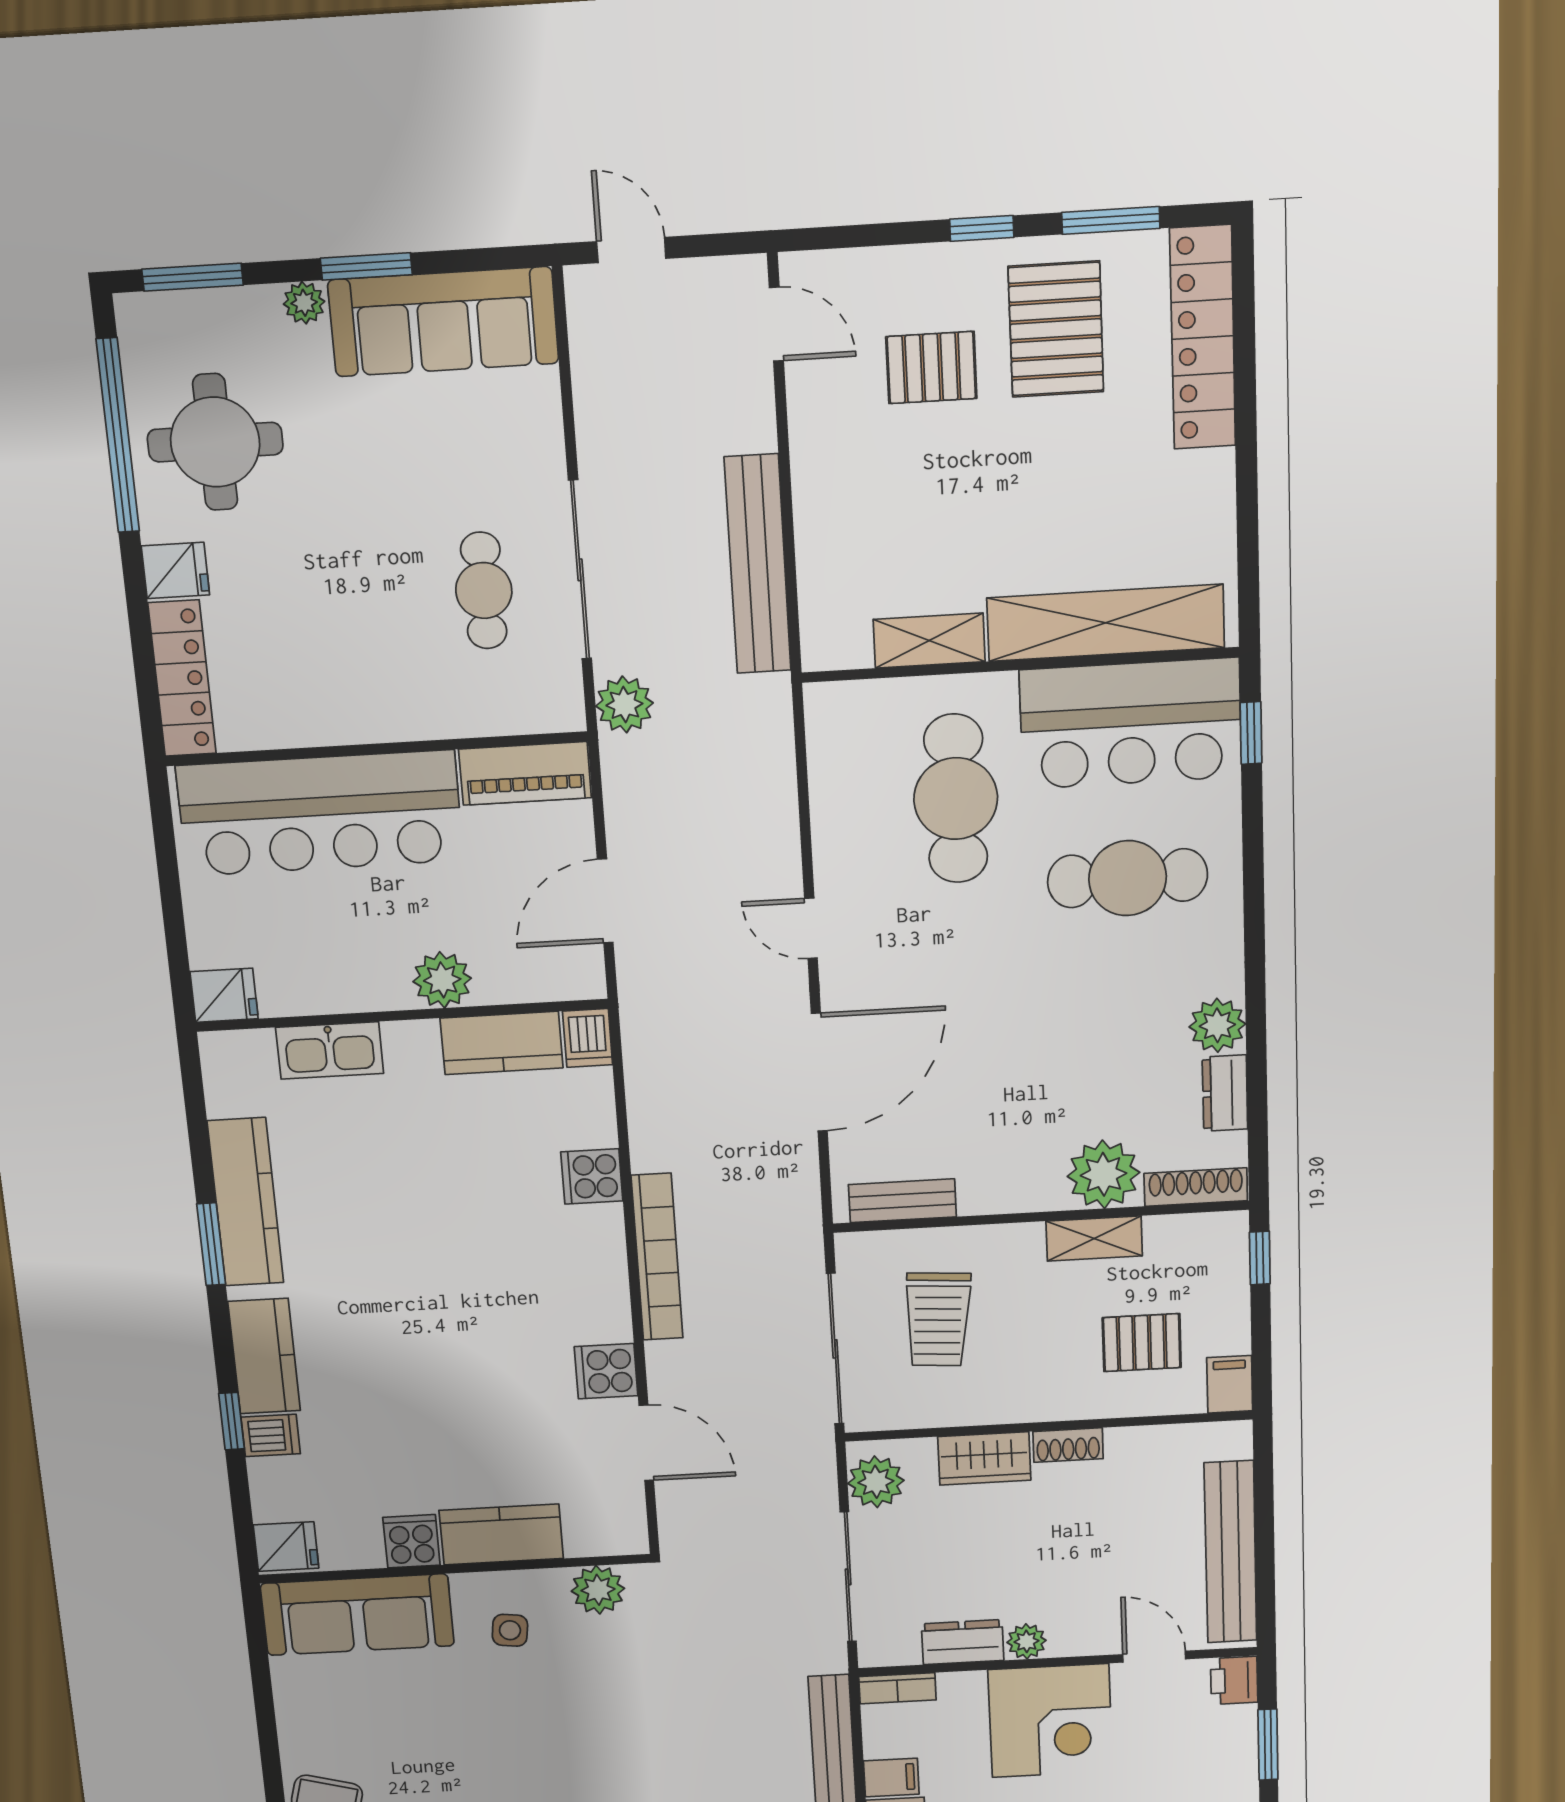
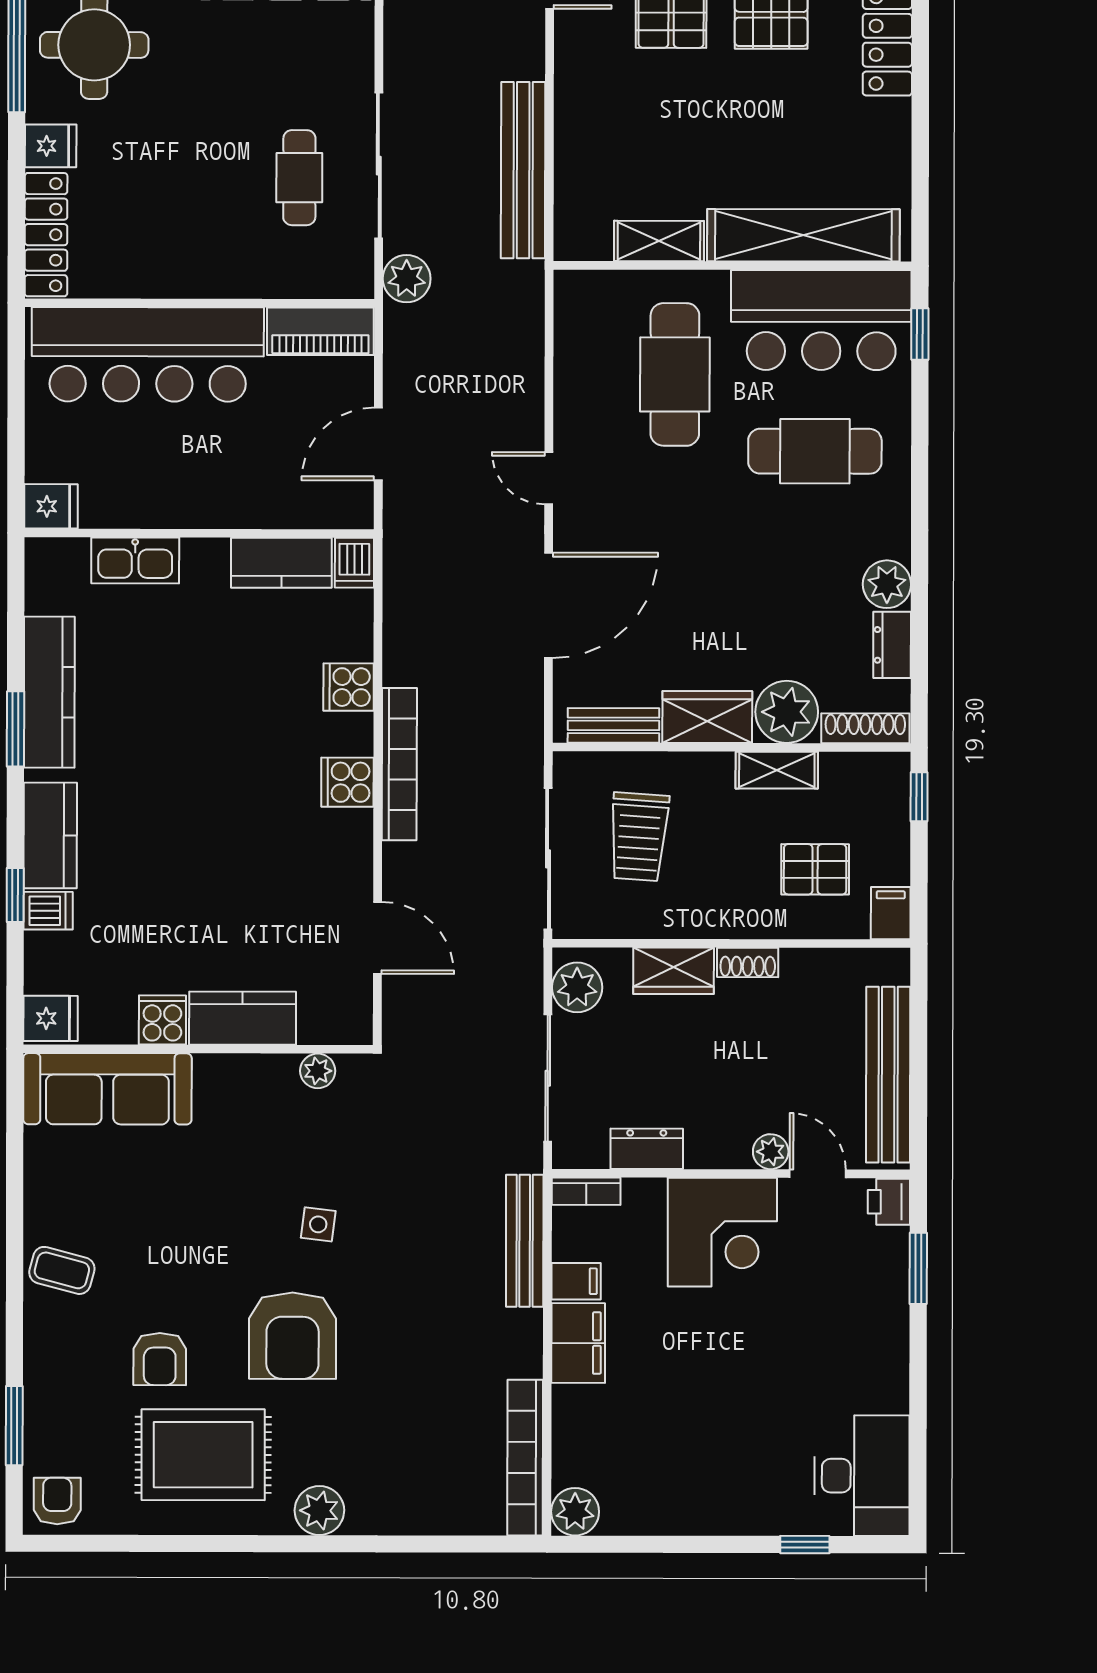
plant: (442, 980) -> (236, 504), removed
wardrobe: (1011, 1185) -> (707, 717), added
cooker: (606, 1371) -> (347, 782), moved
plant: (598, 1590) -> (318, 1071), width x0.73, depth x0.73
side table: (510, 1630) -> (318, 1224), moved
plant: (1027, 1641) -> (771, 1152), moved

